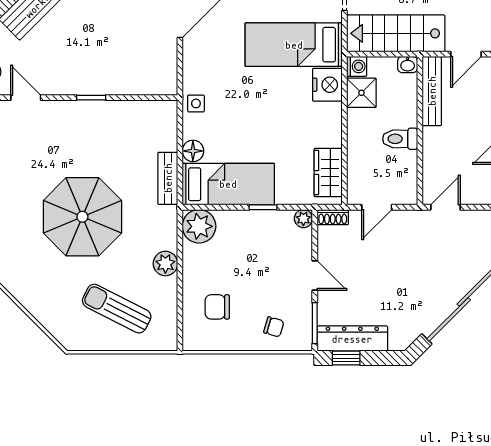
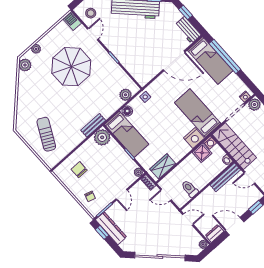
toilet: (400, 139) -> (190, 189), moved
bench: (168, 178) -> (93, 125), moved
parasol: (82, 217) -> (71, 67), moved
plant: (165, 264) -> (126, 95), moved

